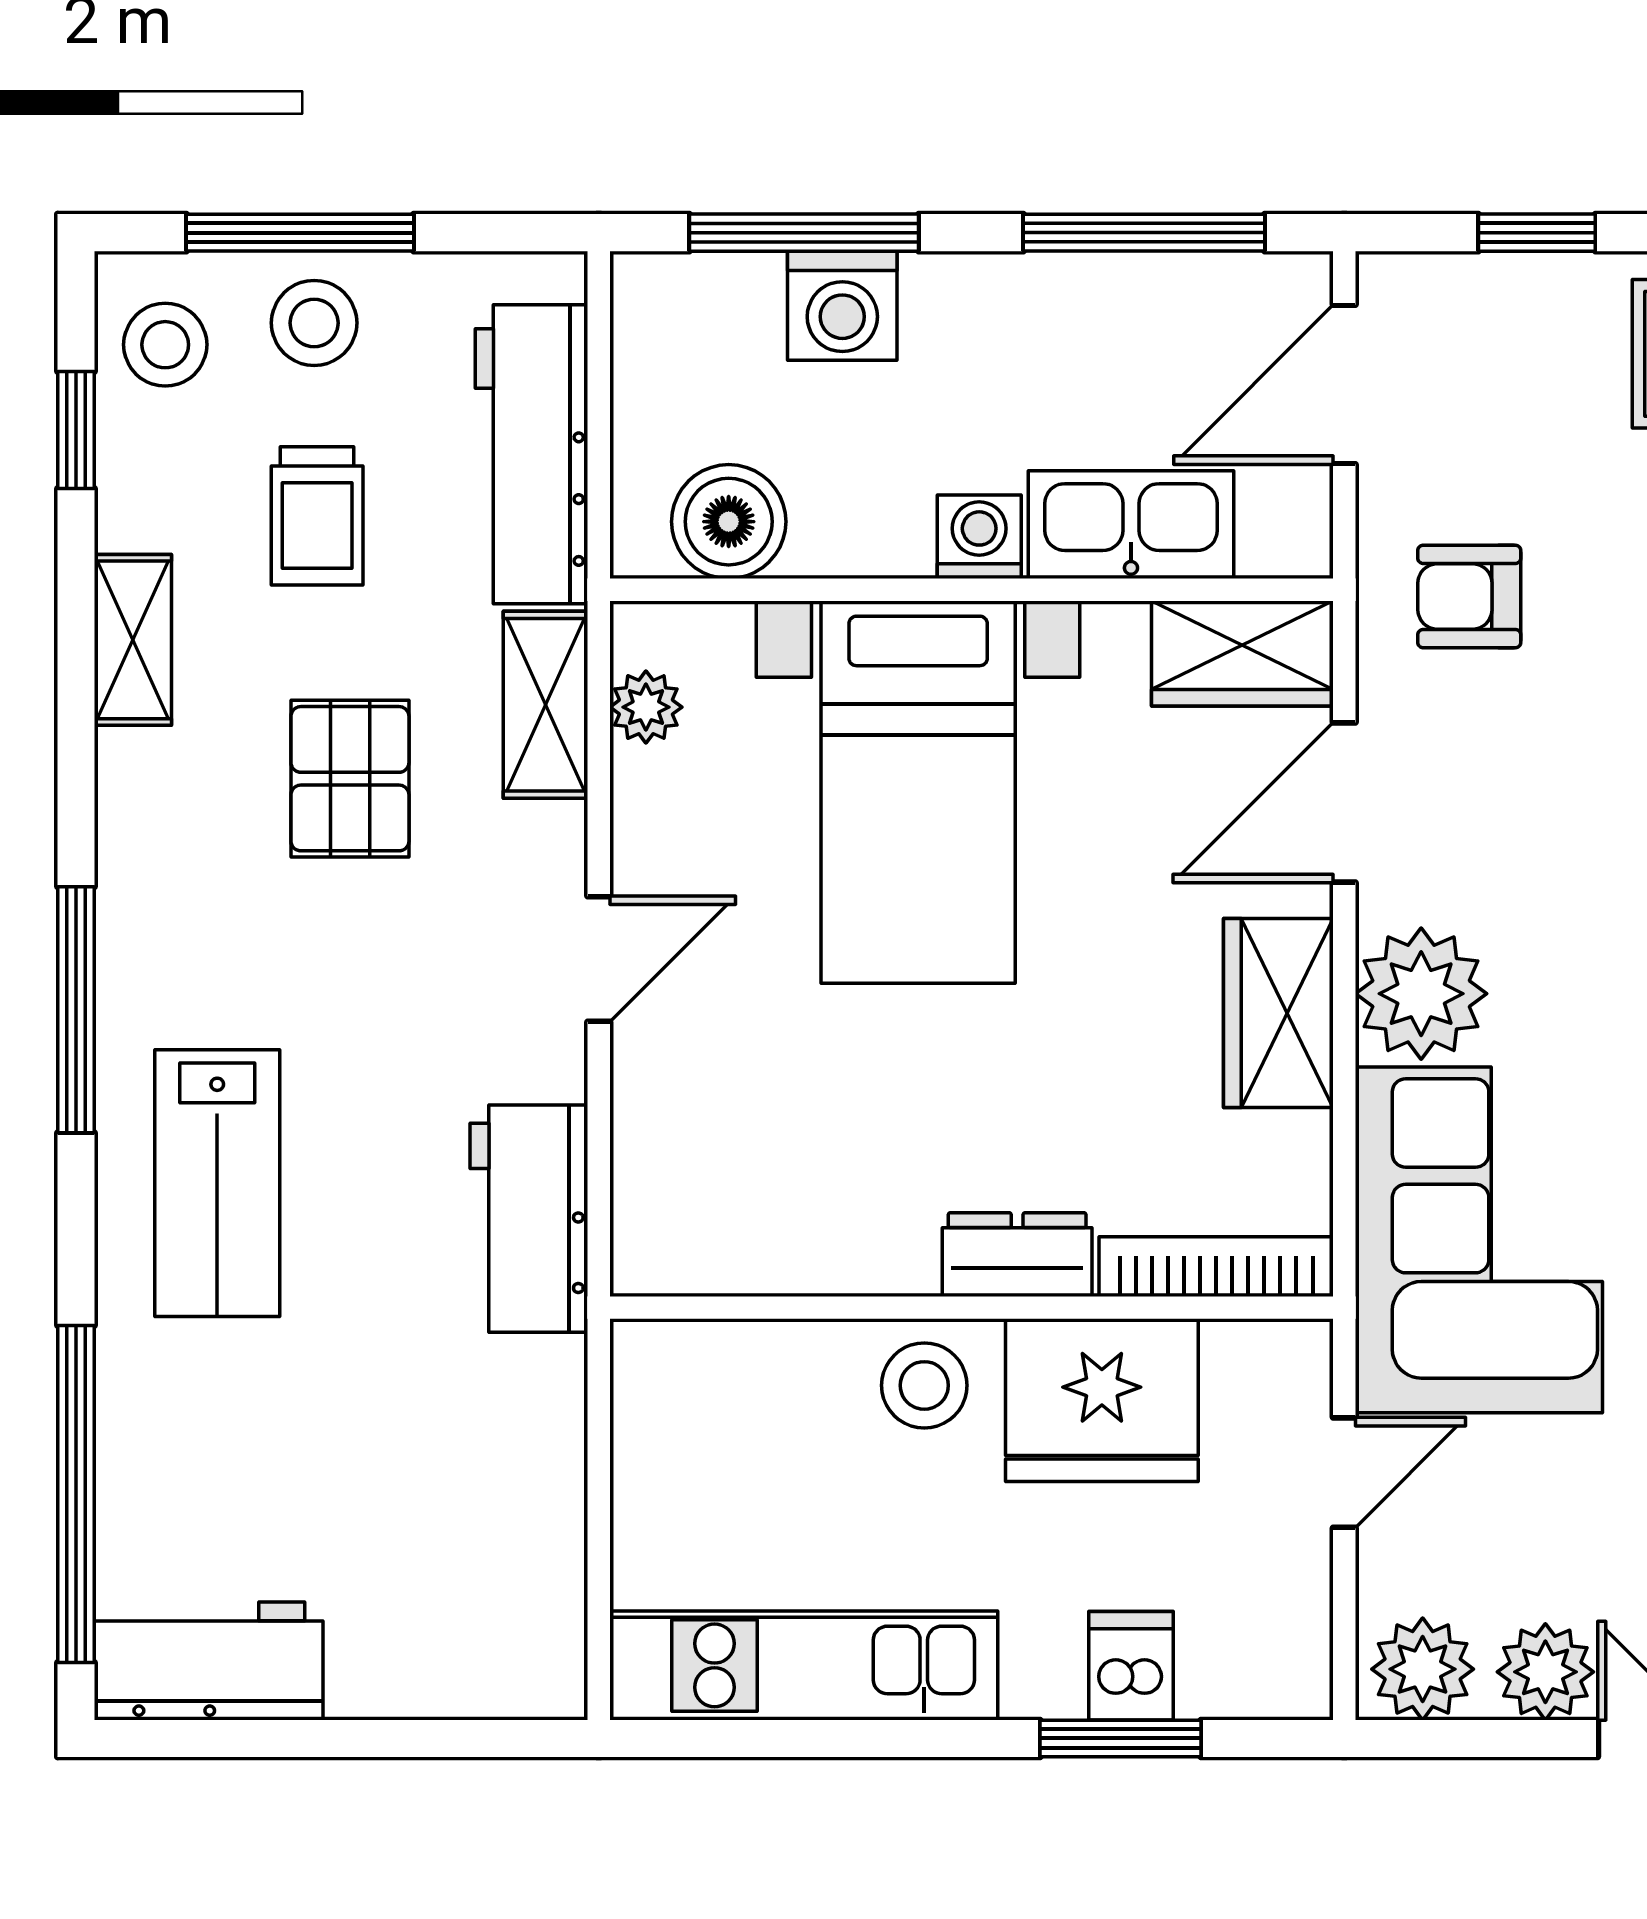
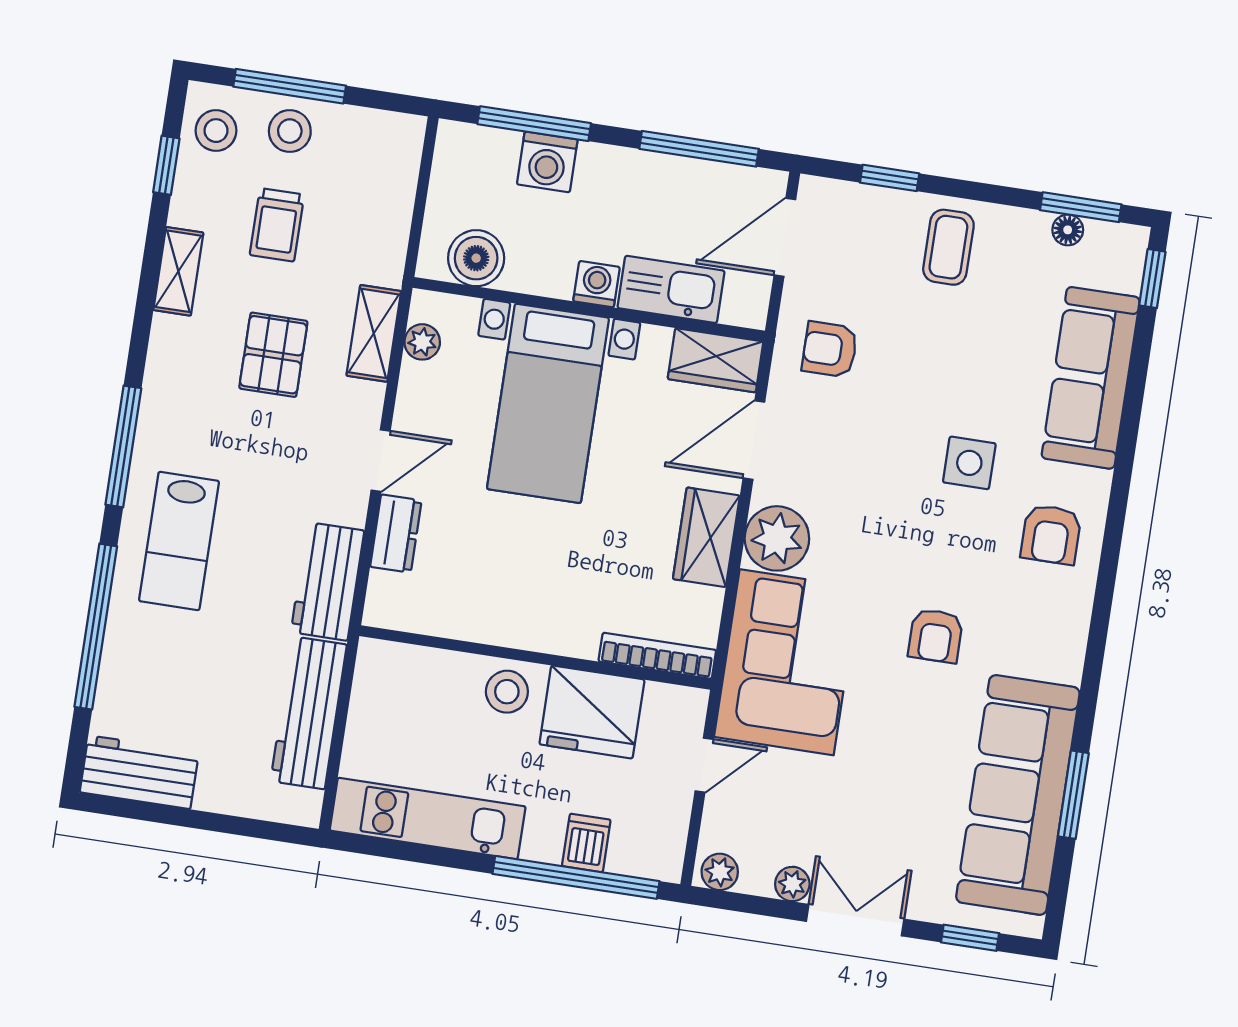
workbench: (531, 454) -> (309, 713), moved
dresser: (1017, 1255) -> (396, 534), moved, turned 90
window: (76, 1494) -> (96, 627), moved
plant: (1423, 1669) -> (720, 872), width x0.73, depth x0.73
plant: (1545, 1672) -> (792, 884), width x0.73, depth x0.73
window: (1121, 1738) -> (576, 877), width x2.11

